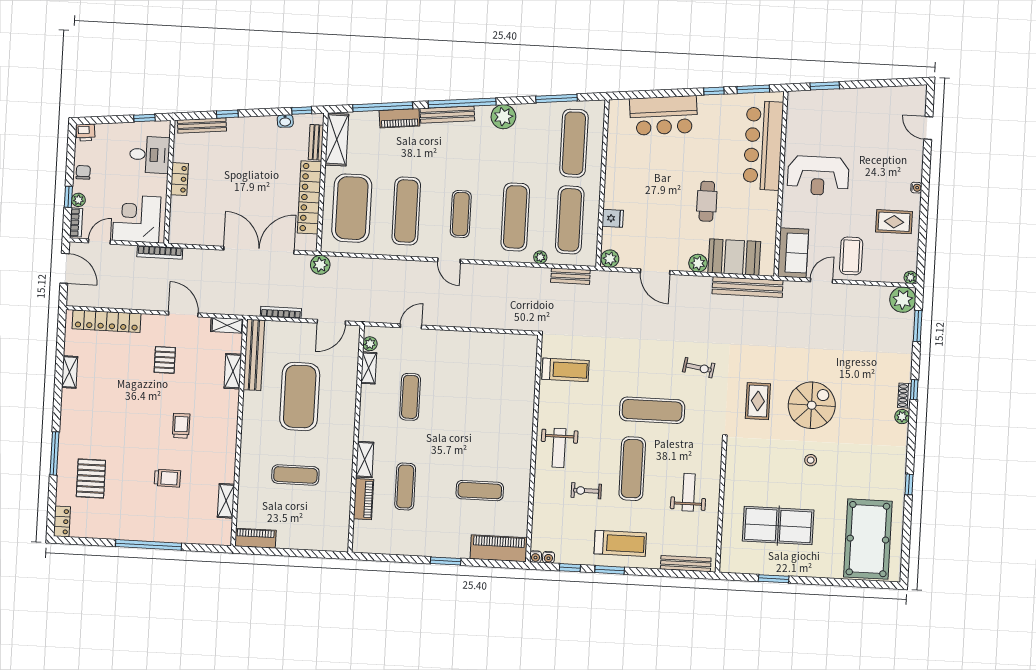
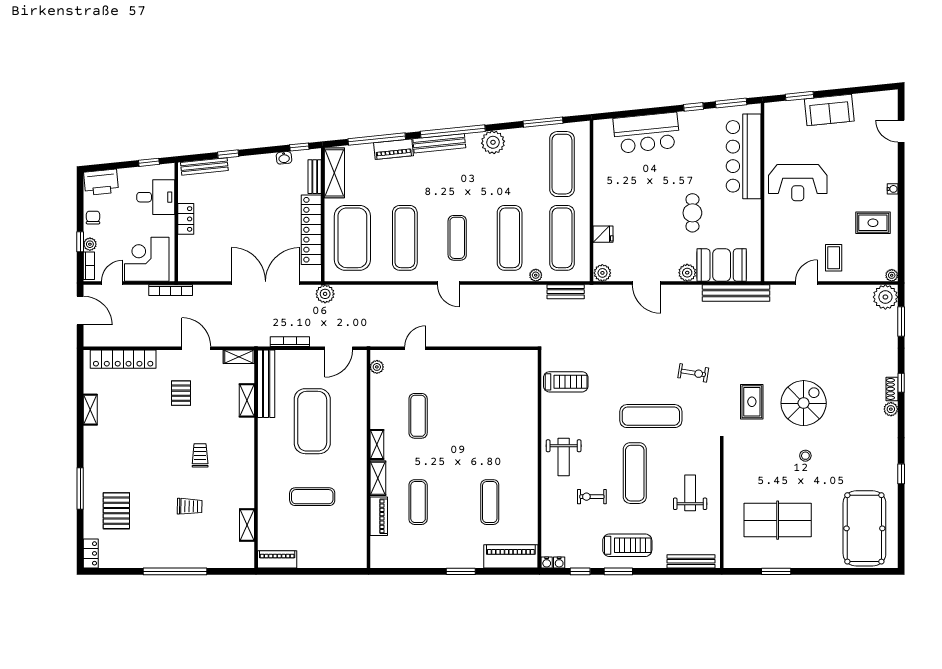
printer: (85, 133) -> (101, 182), width x1.87, depth x1.48
sofa: (793, 253) -> (829, 110), moved, turned 84
coffee table: (851, 256) -> (834, 258), width x0.73, depth x0.77
shelving: (369, 368) -> (377, 445), moved
exercise mat: (480, 491) -> (490, 502), turned 90

